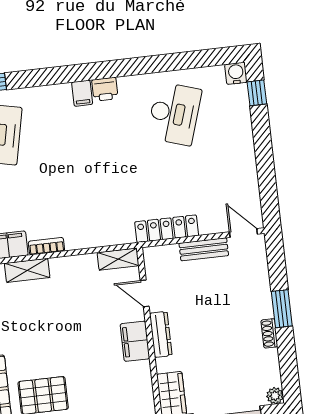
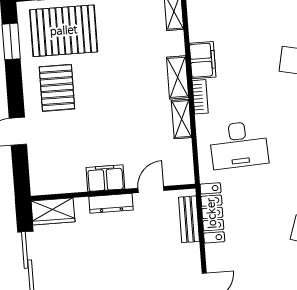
desk: (95, 204) -> (239, 145), added
bench: (204, 249) -> (189, 219), moved
shelving: (118, 259) -> (182, 119), moved

